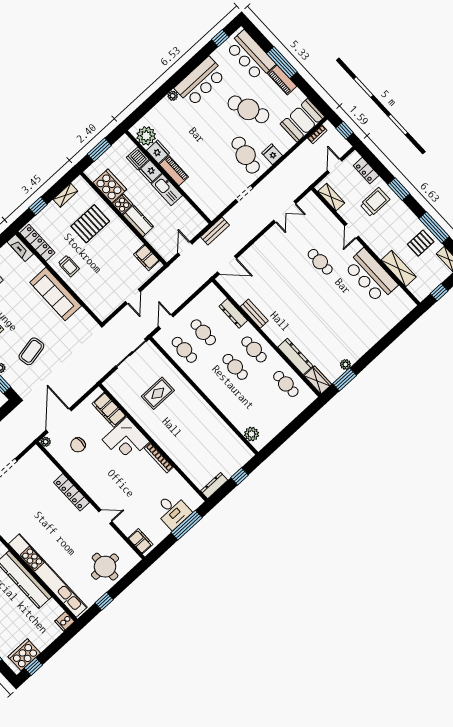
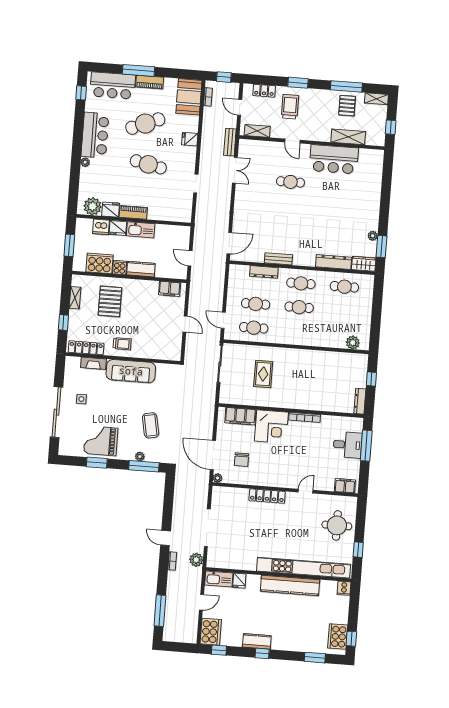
cafe table: (246, 155) -> (148, 164), moved
bench: (215, 231) -> (230, 142), moved
fireplace: (20, 248) -> (93, 363), moved

